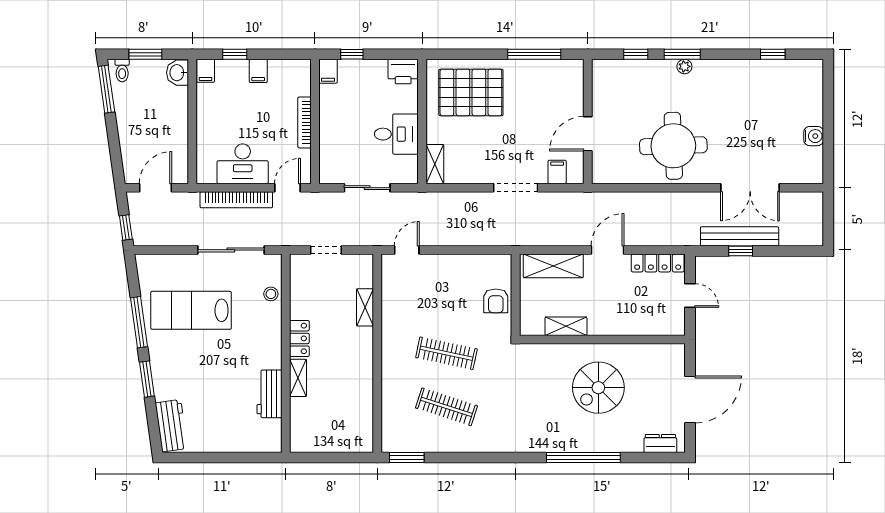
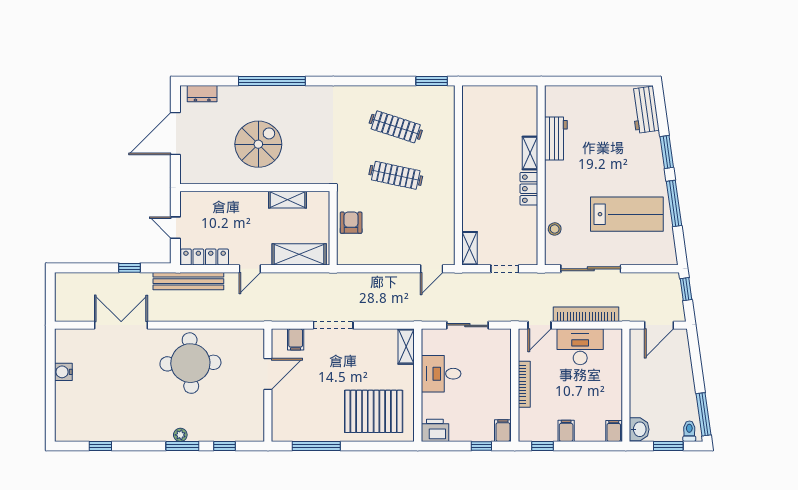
window: (235, 54) -> (543, 446), moved
bench: (740, 236) -> (188, 281), moved
door: (608, 250) -> (250, 269), width x0.73
shelving: (365, 307) -> (469, 248), moved

